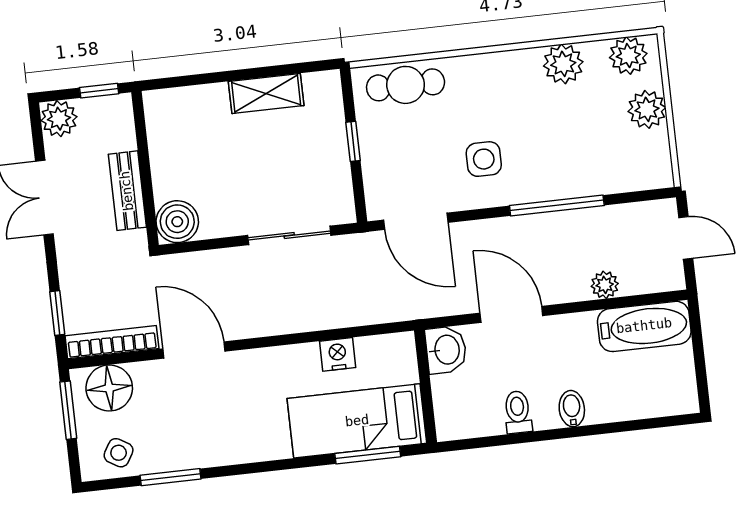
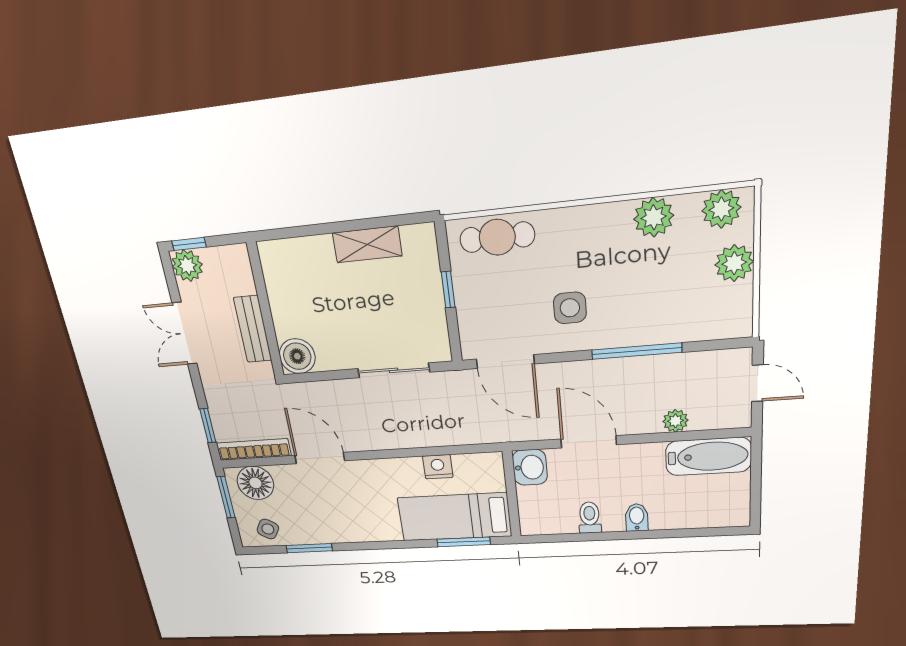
window: (99, 91) -> (189, 244), moved

